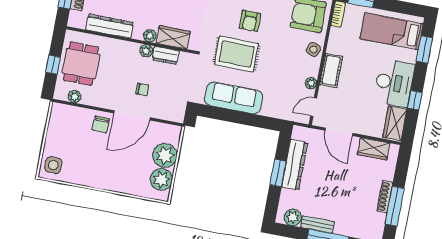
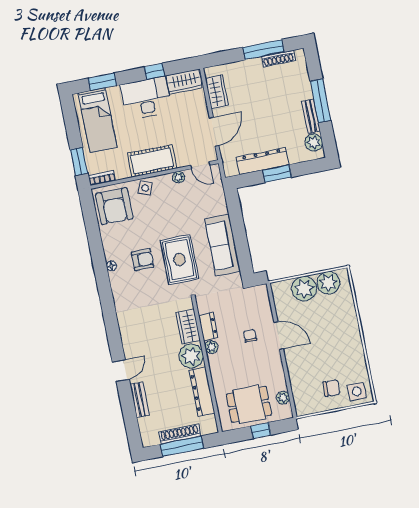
plant: (150, 36) -> (191, 356), width x1.87, depth x1.87
cot: (331, 70) -> (152, 161), width x1.37, depth x1.34
door: (132, 115) -> (279, 336), width x0.73
chair: (101, 124) -> (332, 388), moved
shoe rack: (385, 197) -> (278, 59), moved

